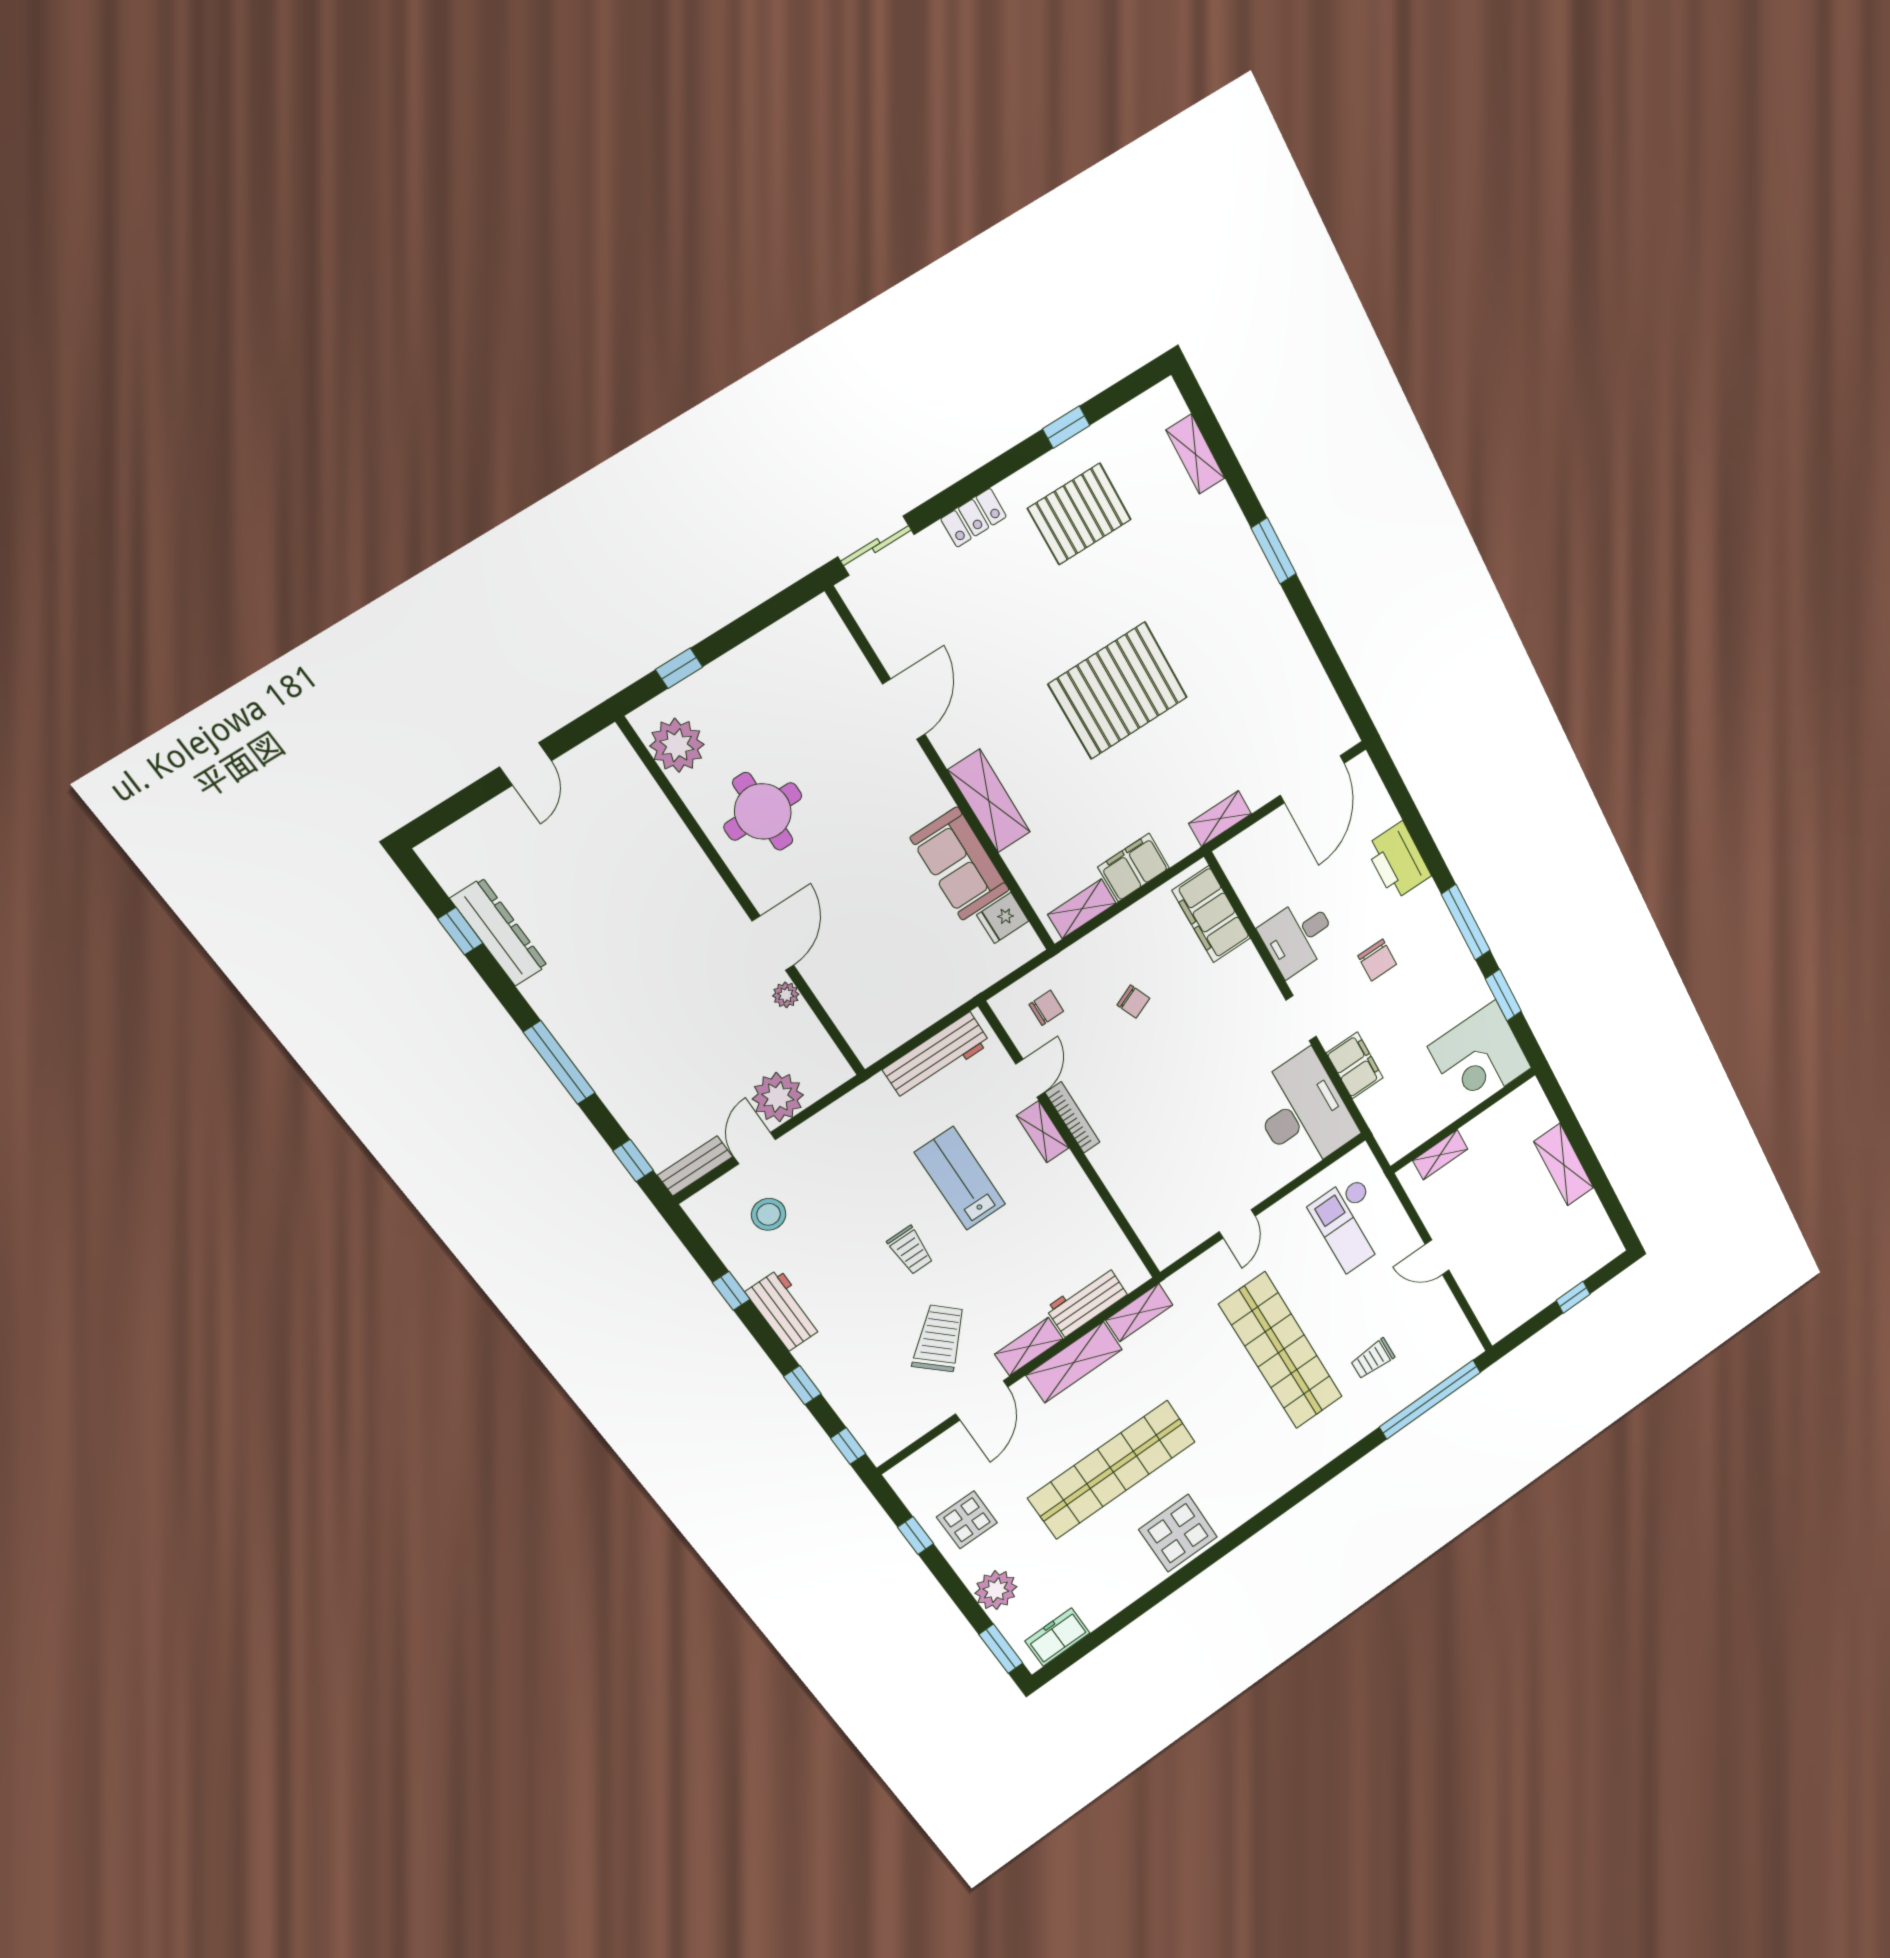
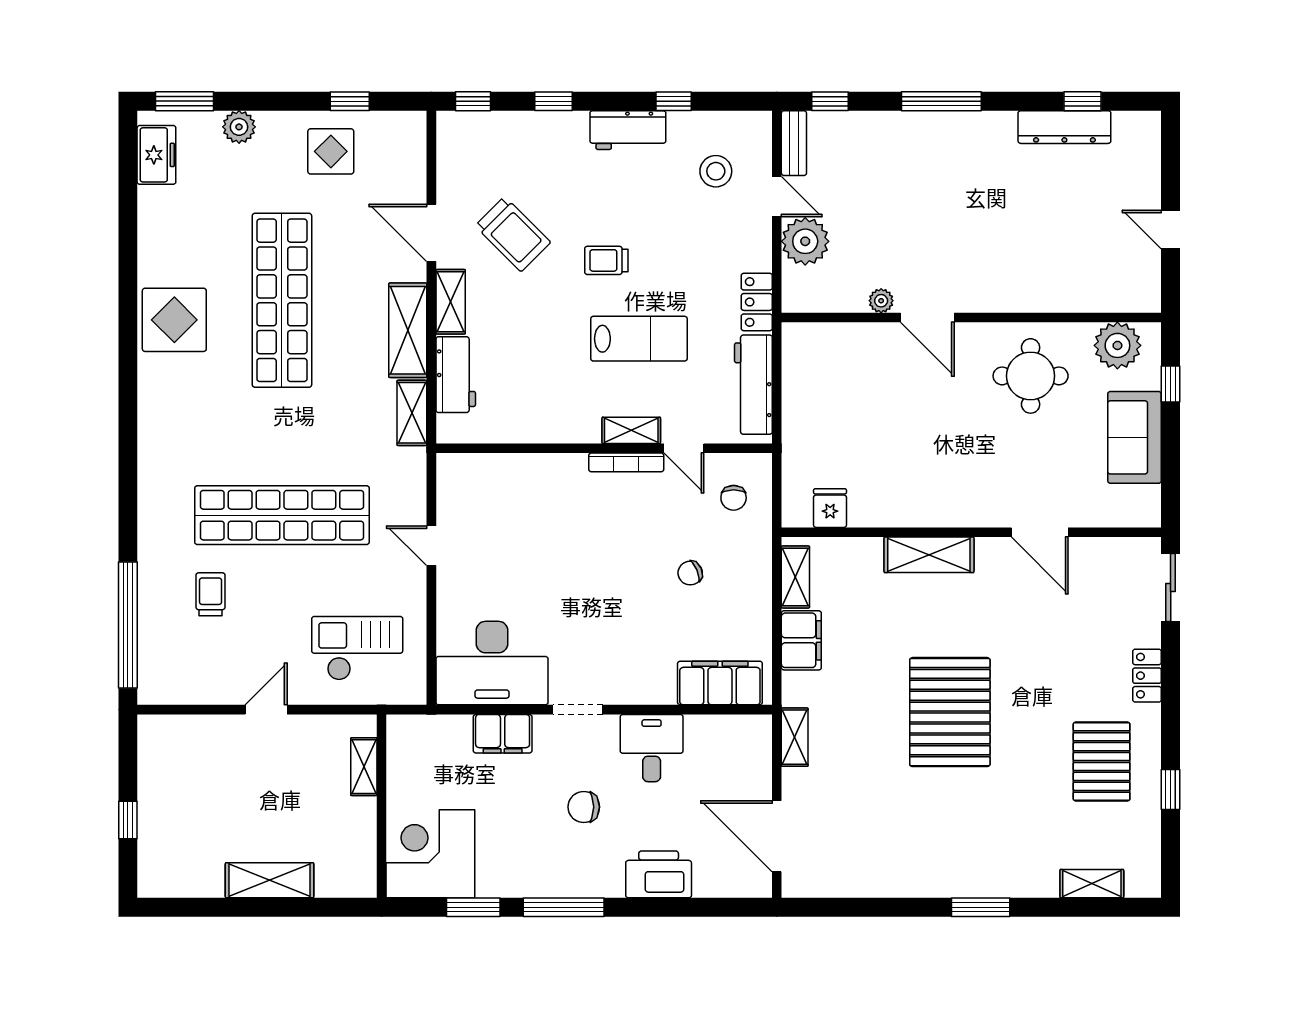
sofa: (960, 864) -> (1135, 437), moved, turned -90
locker: (861, 1102) -> (757, 302), added
plant: (996, 1590) -> (239, 127), width x0.73, depth x0.73

